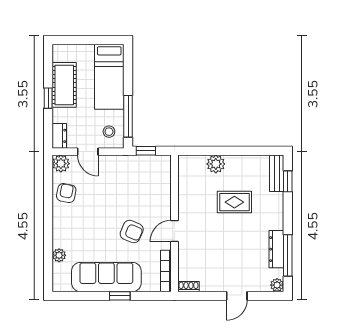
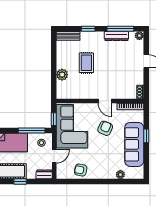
plant: (61, 164) -> (62, 173), removed
corner sofa: (135, 179) -> (72, 126), added
window: (288, 181) -> (88, 29), moved

